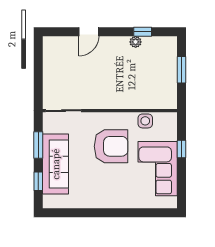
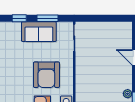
sofa: (56, 164) -> (39, 32), width x0.73

